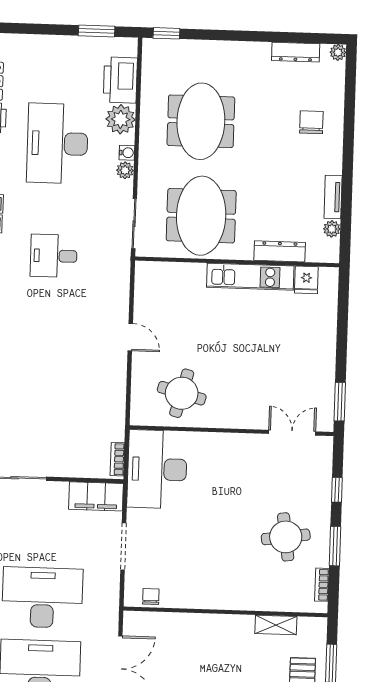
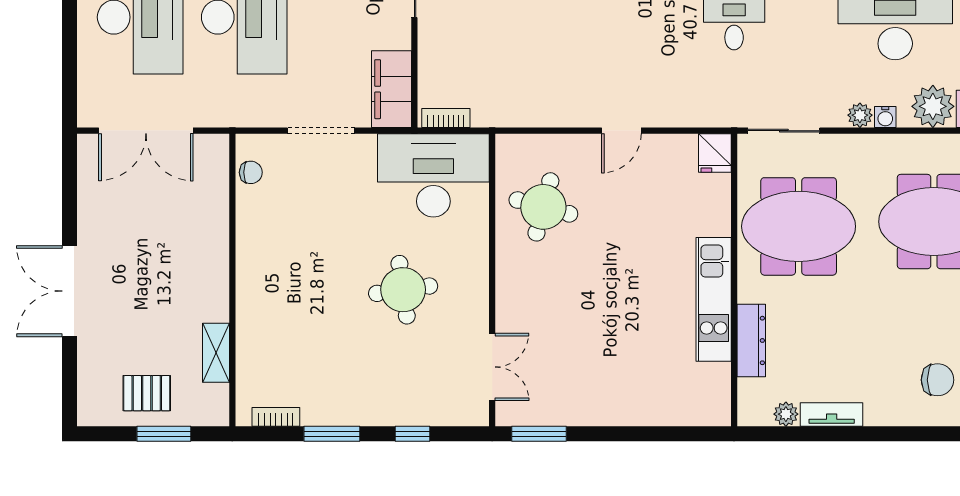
fridge: (306, 280) -> (715, 153), moved, turned -90
round table: (286, 537) -> (403, 290), moved

